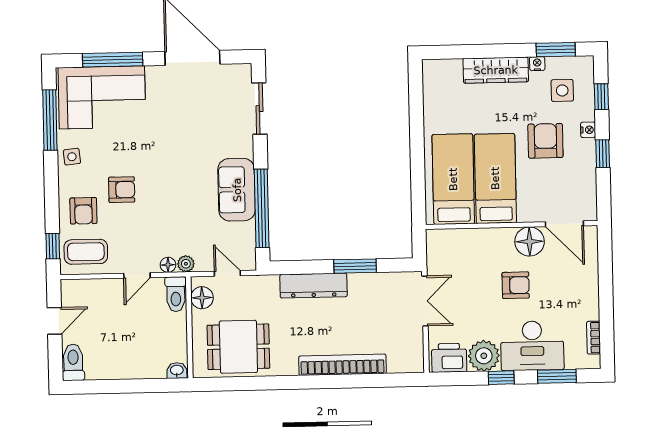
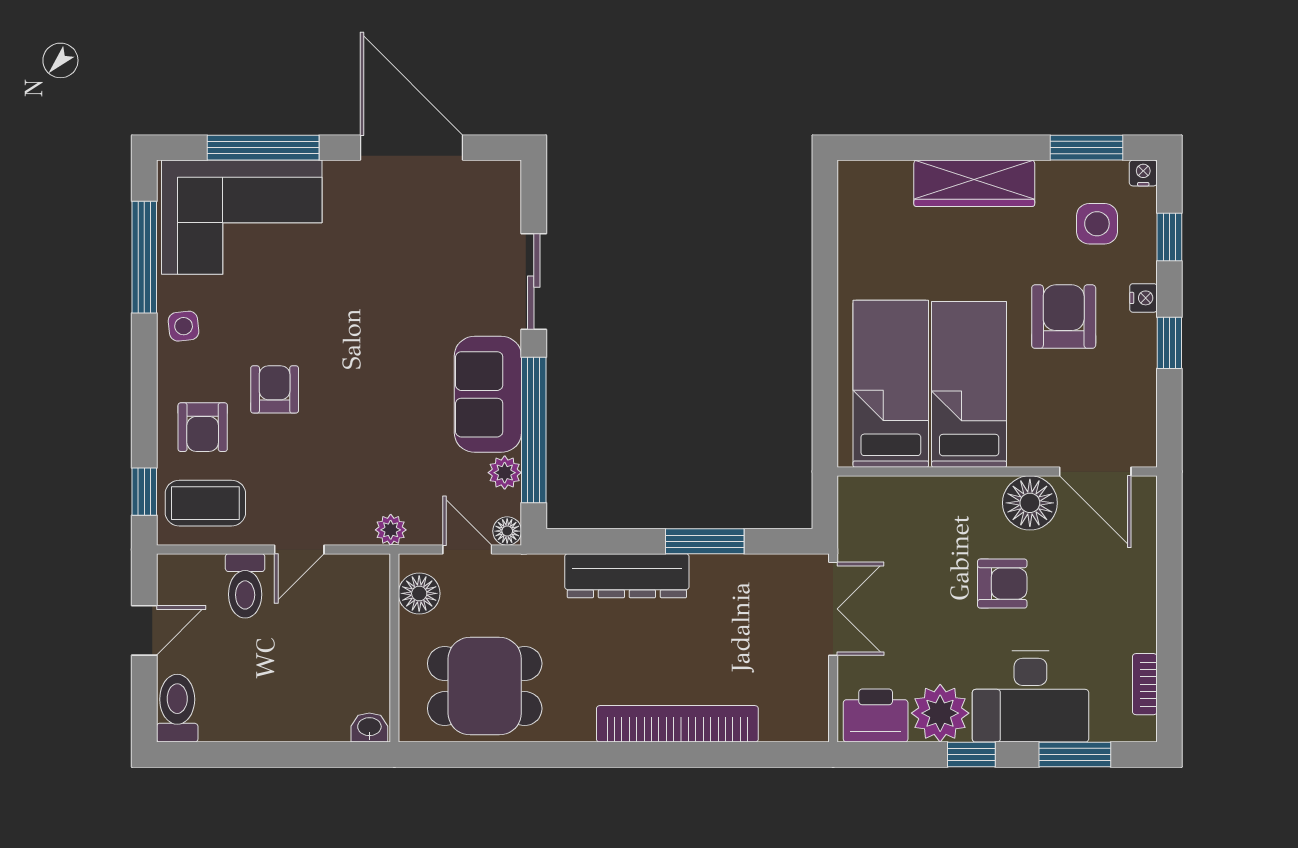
nightstand: (537, 64) -> (1143, 173), moved
sliding door: (259, 109) -> (534, 282), moved
armchair: (122, 190) -> (275, 389), turned -90
plant: (247, 232) -> (505, 473), added
floor lamp: (168, 265) -> (507, 531), moved
toilet: (176, 294) -> (245, 586), moved

